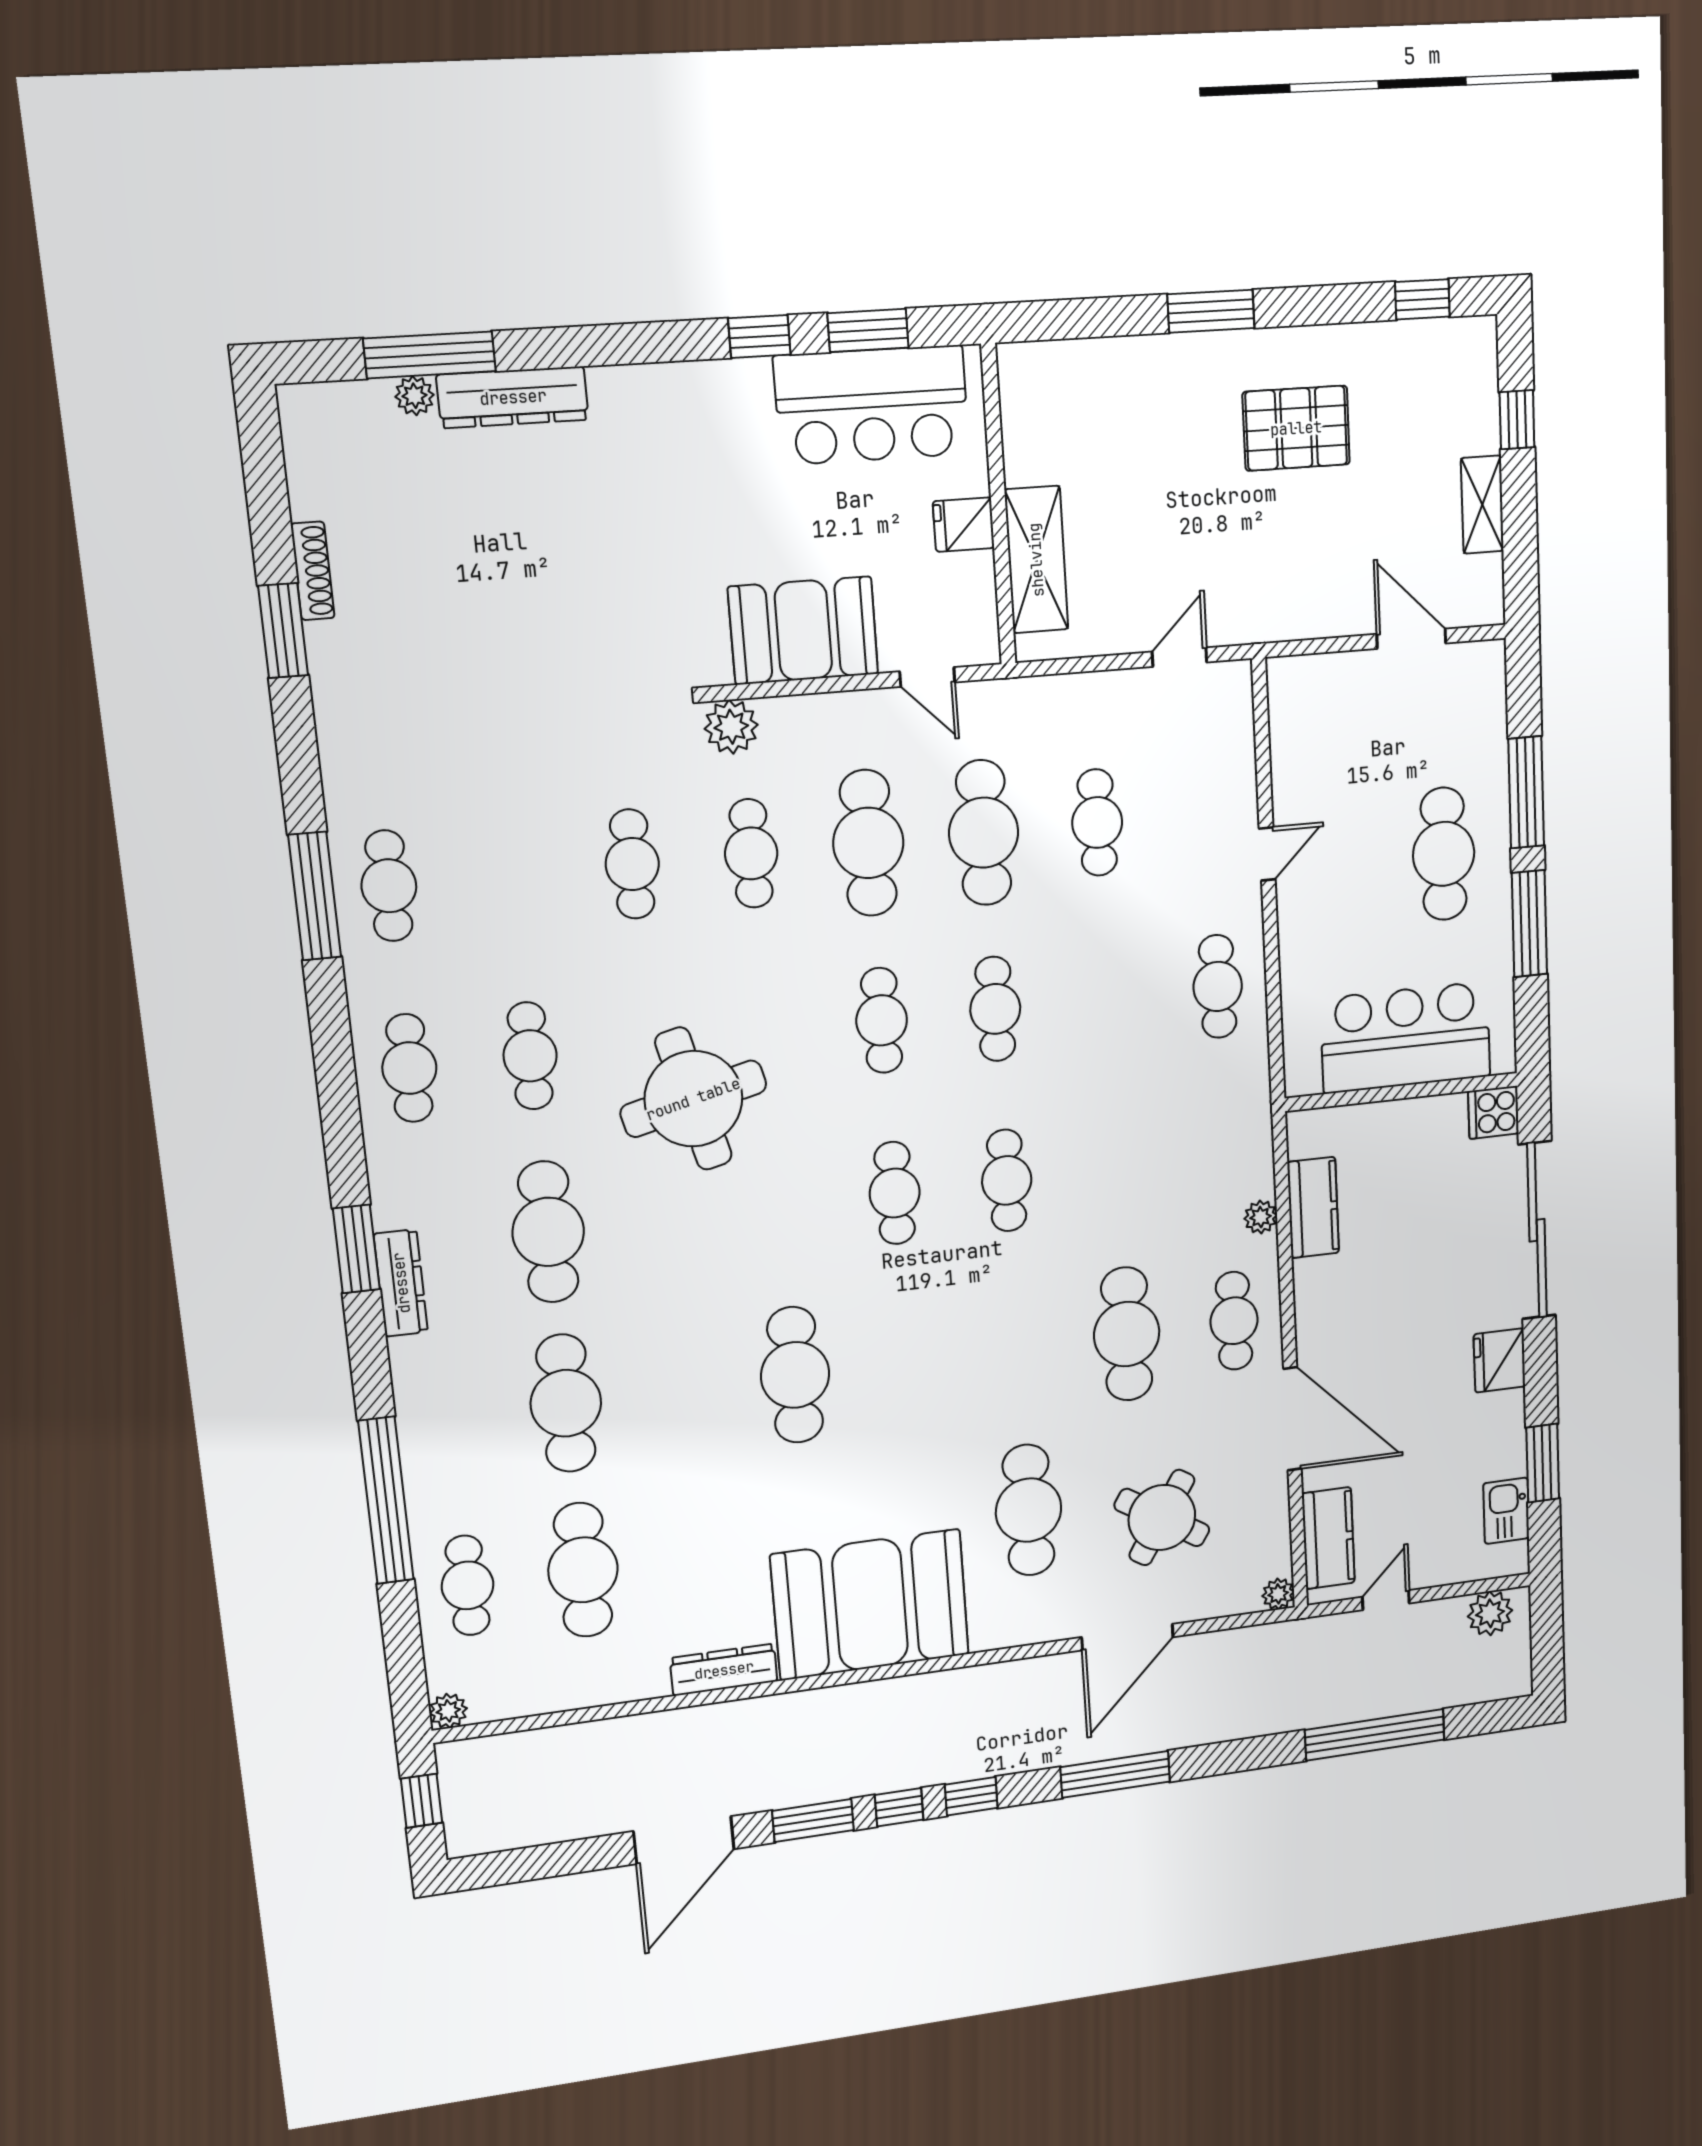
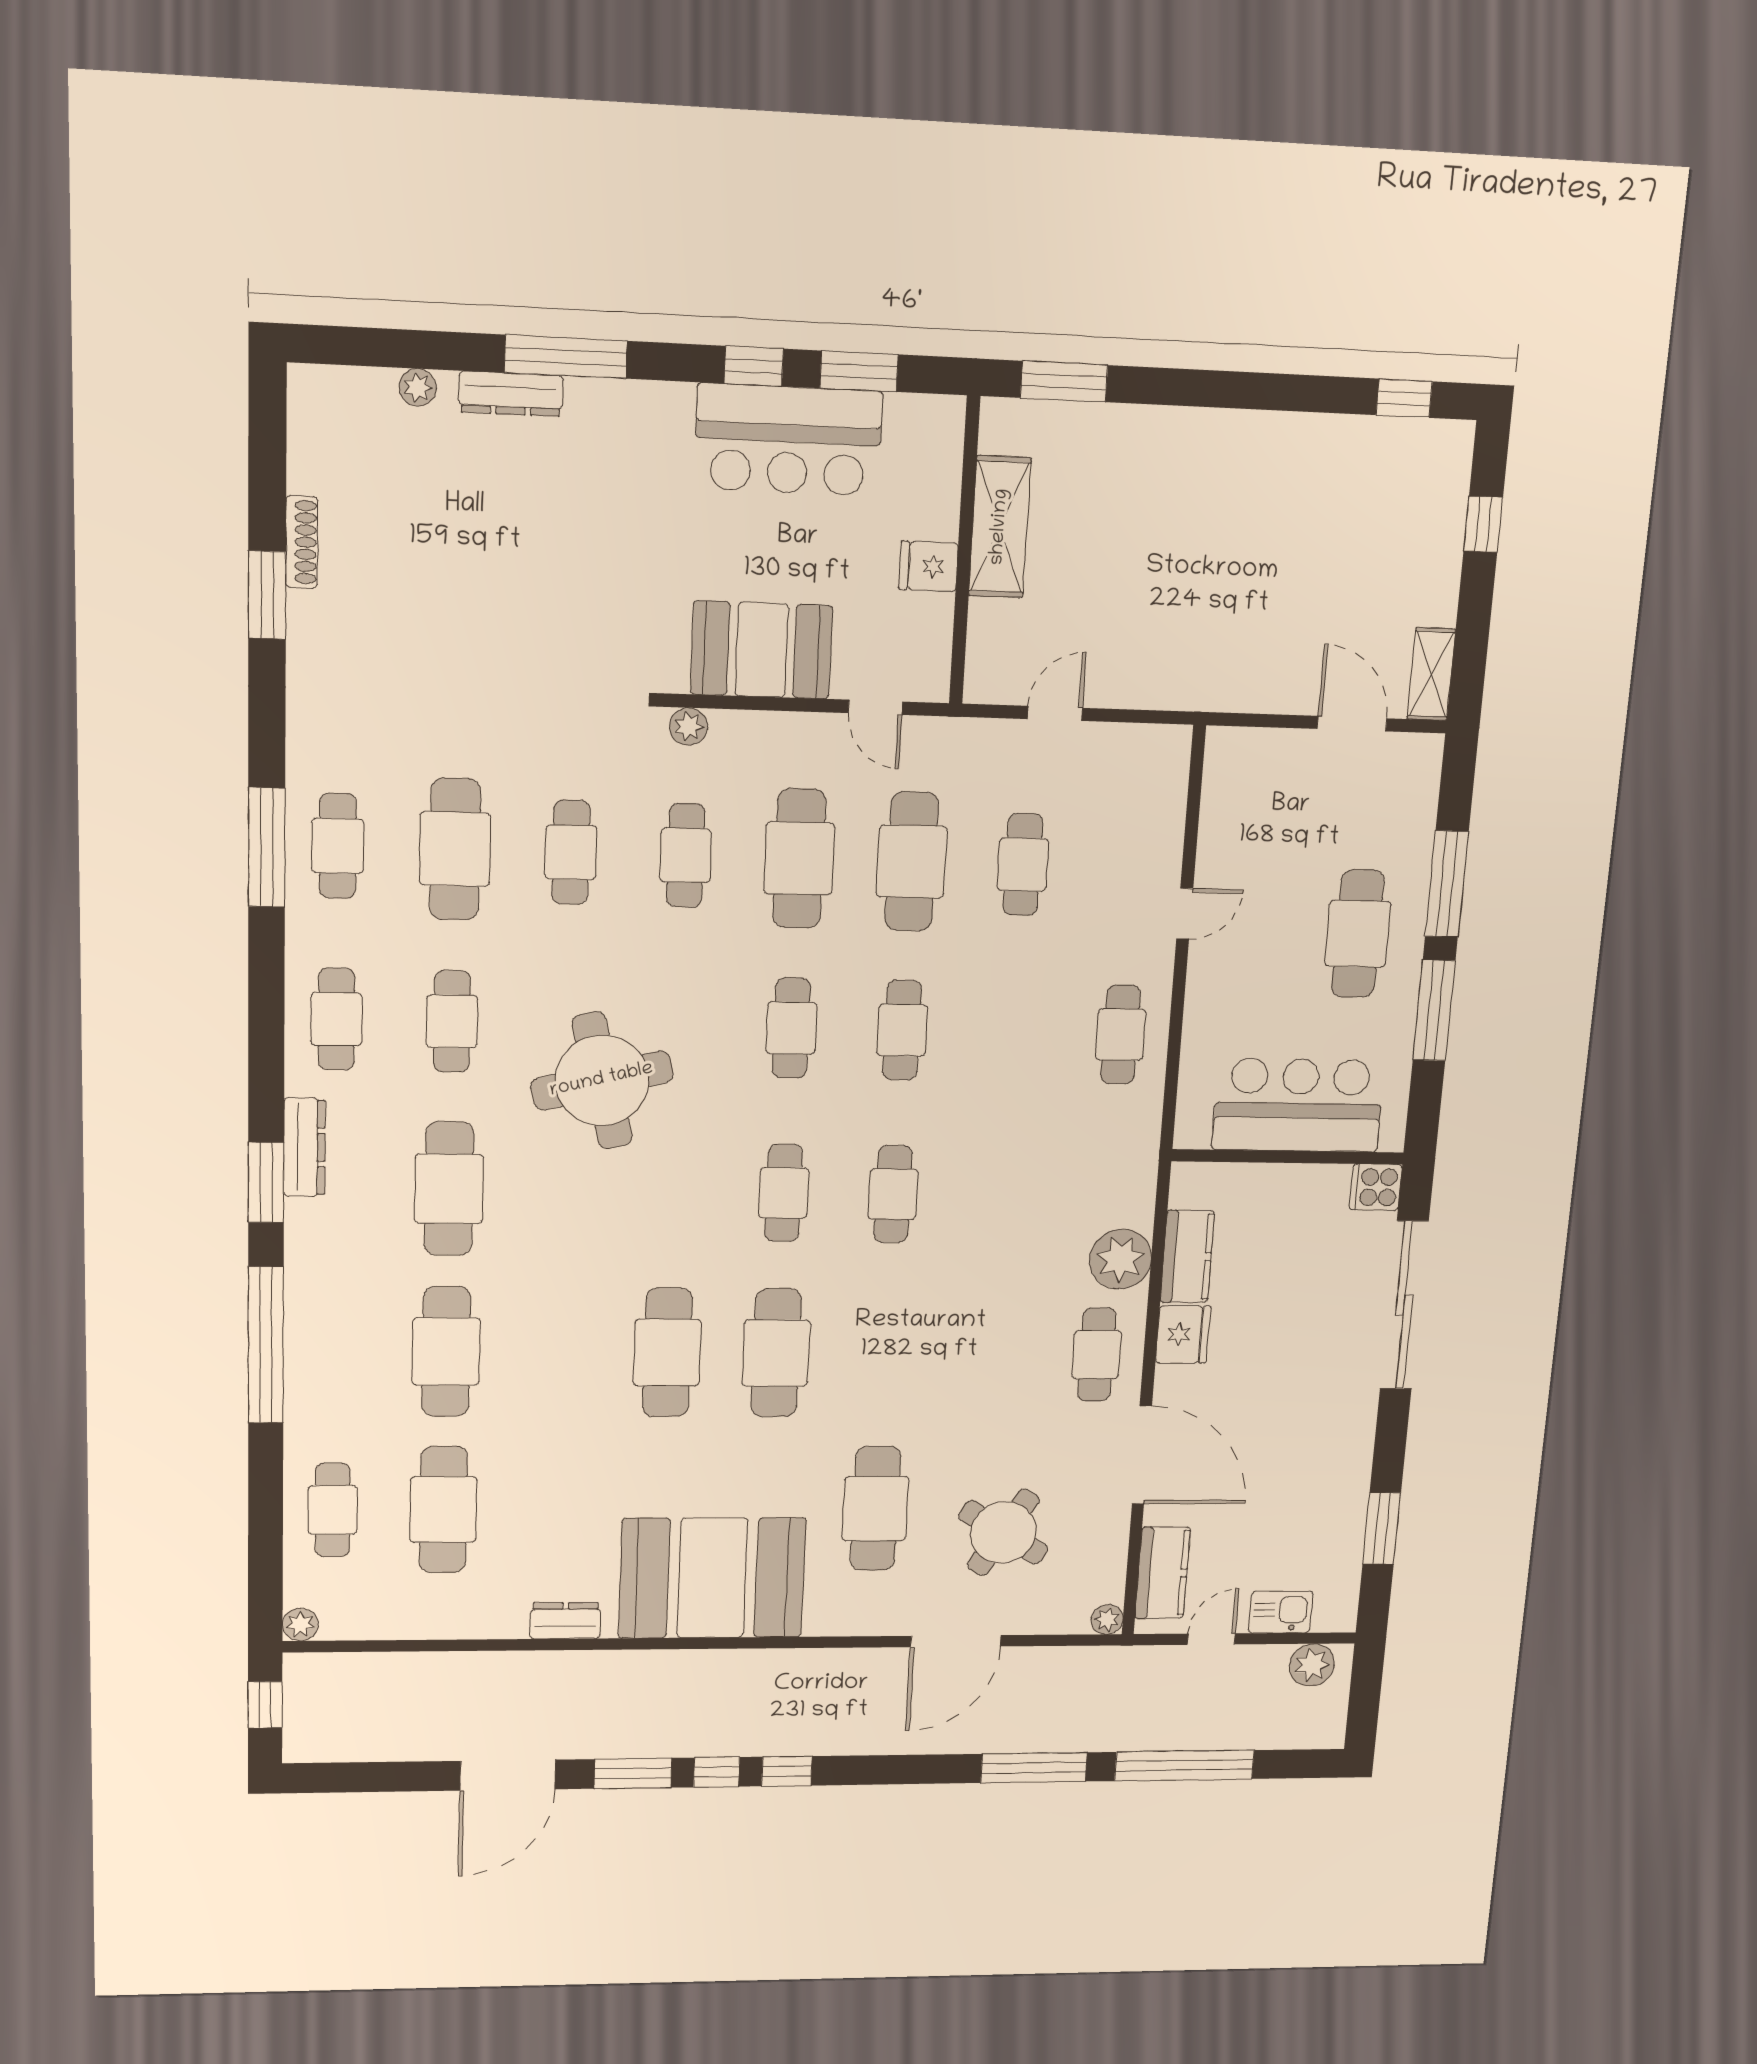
window: (1211, 311) -> (1064, 381), moved
window: (430, 355) -> (566, 357), moved
dresser: (513, 397) -> (511, 394), width x0.73, depth x0.80
bar counter: (872, 405) -> (788, 440), moved
pallet: (1296, 428) -> (1264, 509), removed
shelving: (1482, 505) -> (1431, 674), moved
shelving: (1036, 560) -> (1000, 527), moved
door: (1180, 657) -> (1055, 713), moved
plant: (731, 727) -> (689, 727), width x0.73, depth x0.73
cafe table: (512, 875) -> (455, 849), added
plant: (1261, 1217) -> (1121, 1259), width x1.88, depth x1.88
dresser: (401, 1283) -> (304, 1147), moved
cafe table: (1127, 1334) -> (776, 1353), moved
fridge: (1499, 1360) -> (1183, 1334), moved, turned 180
window: (386, 1500) -> (266, 1345), moved
kitchen sink: (1506, 1511) -> (1281, 1612), moved, turned 90
dresser: (724, 1670) -> (565, 1621), width x0.70
window: (1115, 1774) -> (1034, 1768), moved

